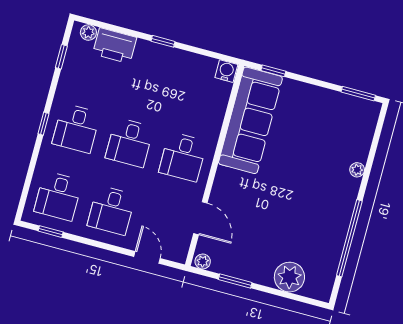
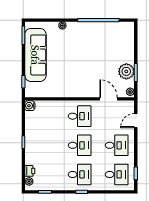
printer: (115, 46) -> (30, 171), width x0.53, depth x0.68
sofa: (250, 120) -> (35, 55), moved, turned 90
door: (200, 218) -> (109, 99), hinge flipped
plant: (289, 277) -> (126, 71), moved

